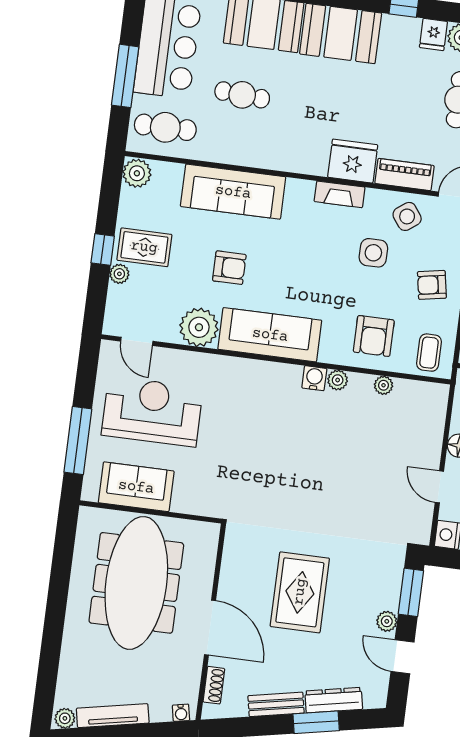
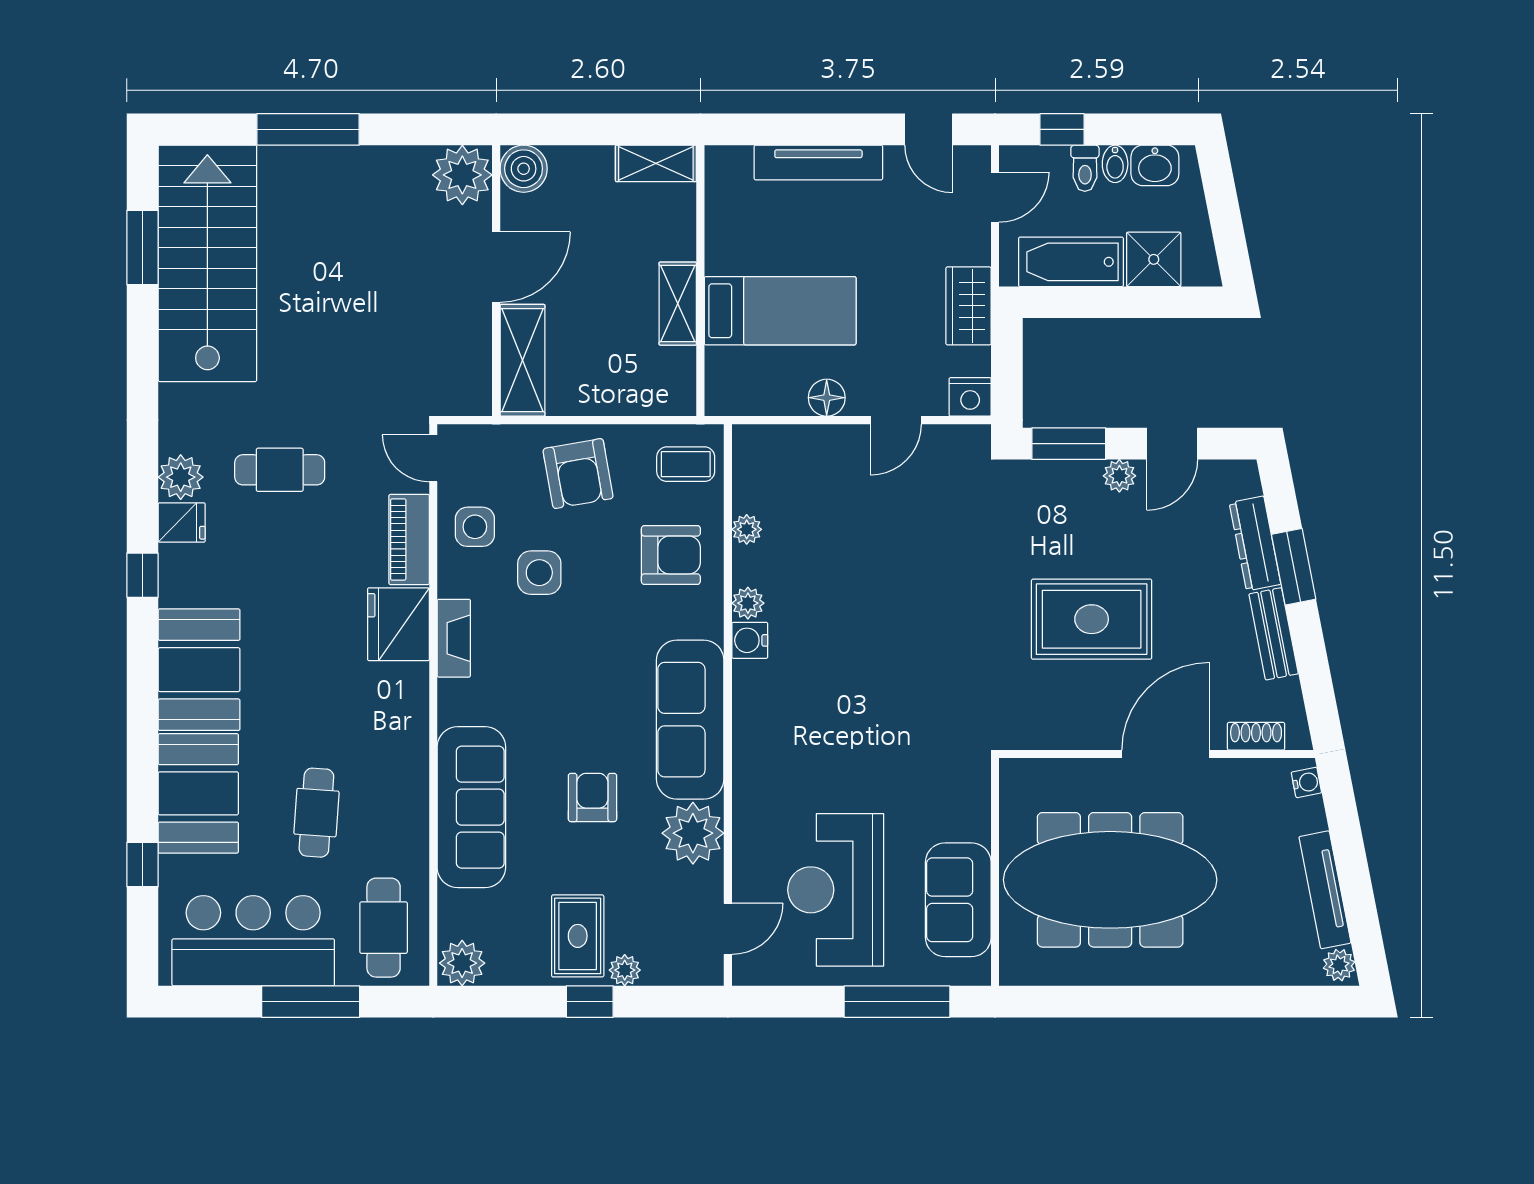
side table: (407, 216) -> (475, 527), turned 36
armchair: (432, 285) -> (578, 474), width x1.38, depth x1.38

